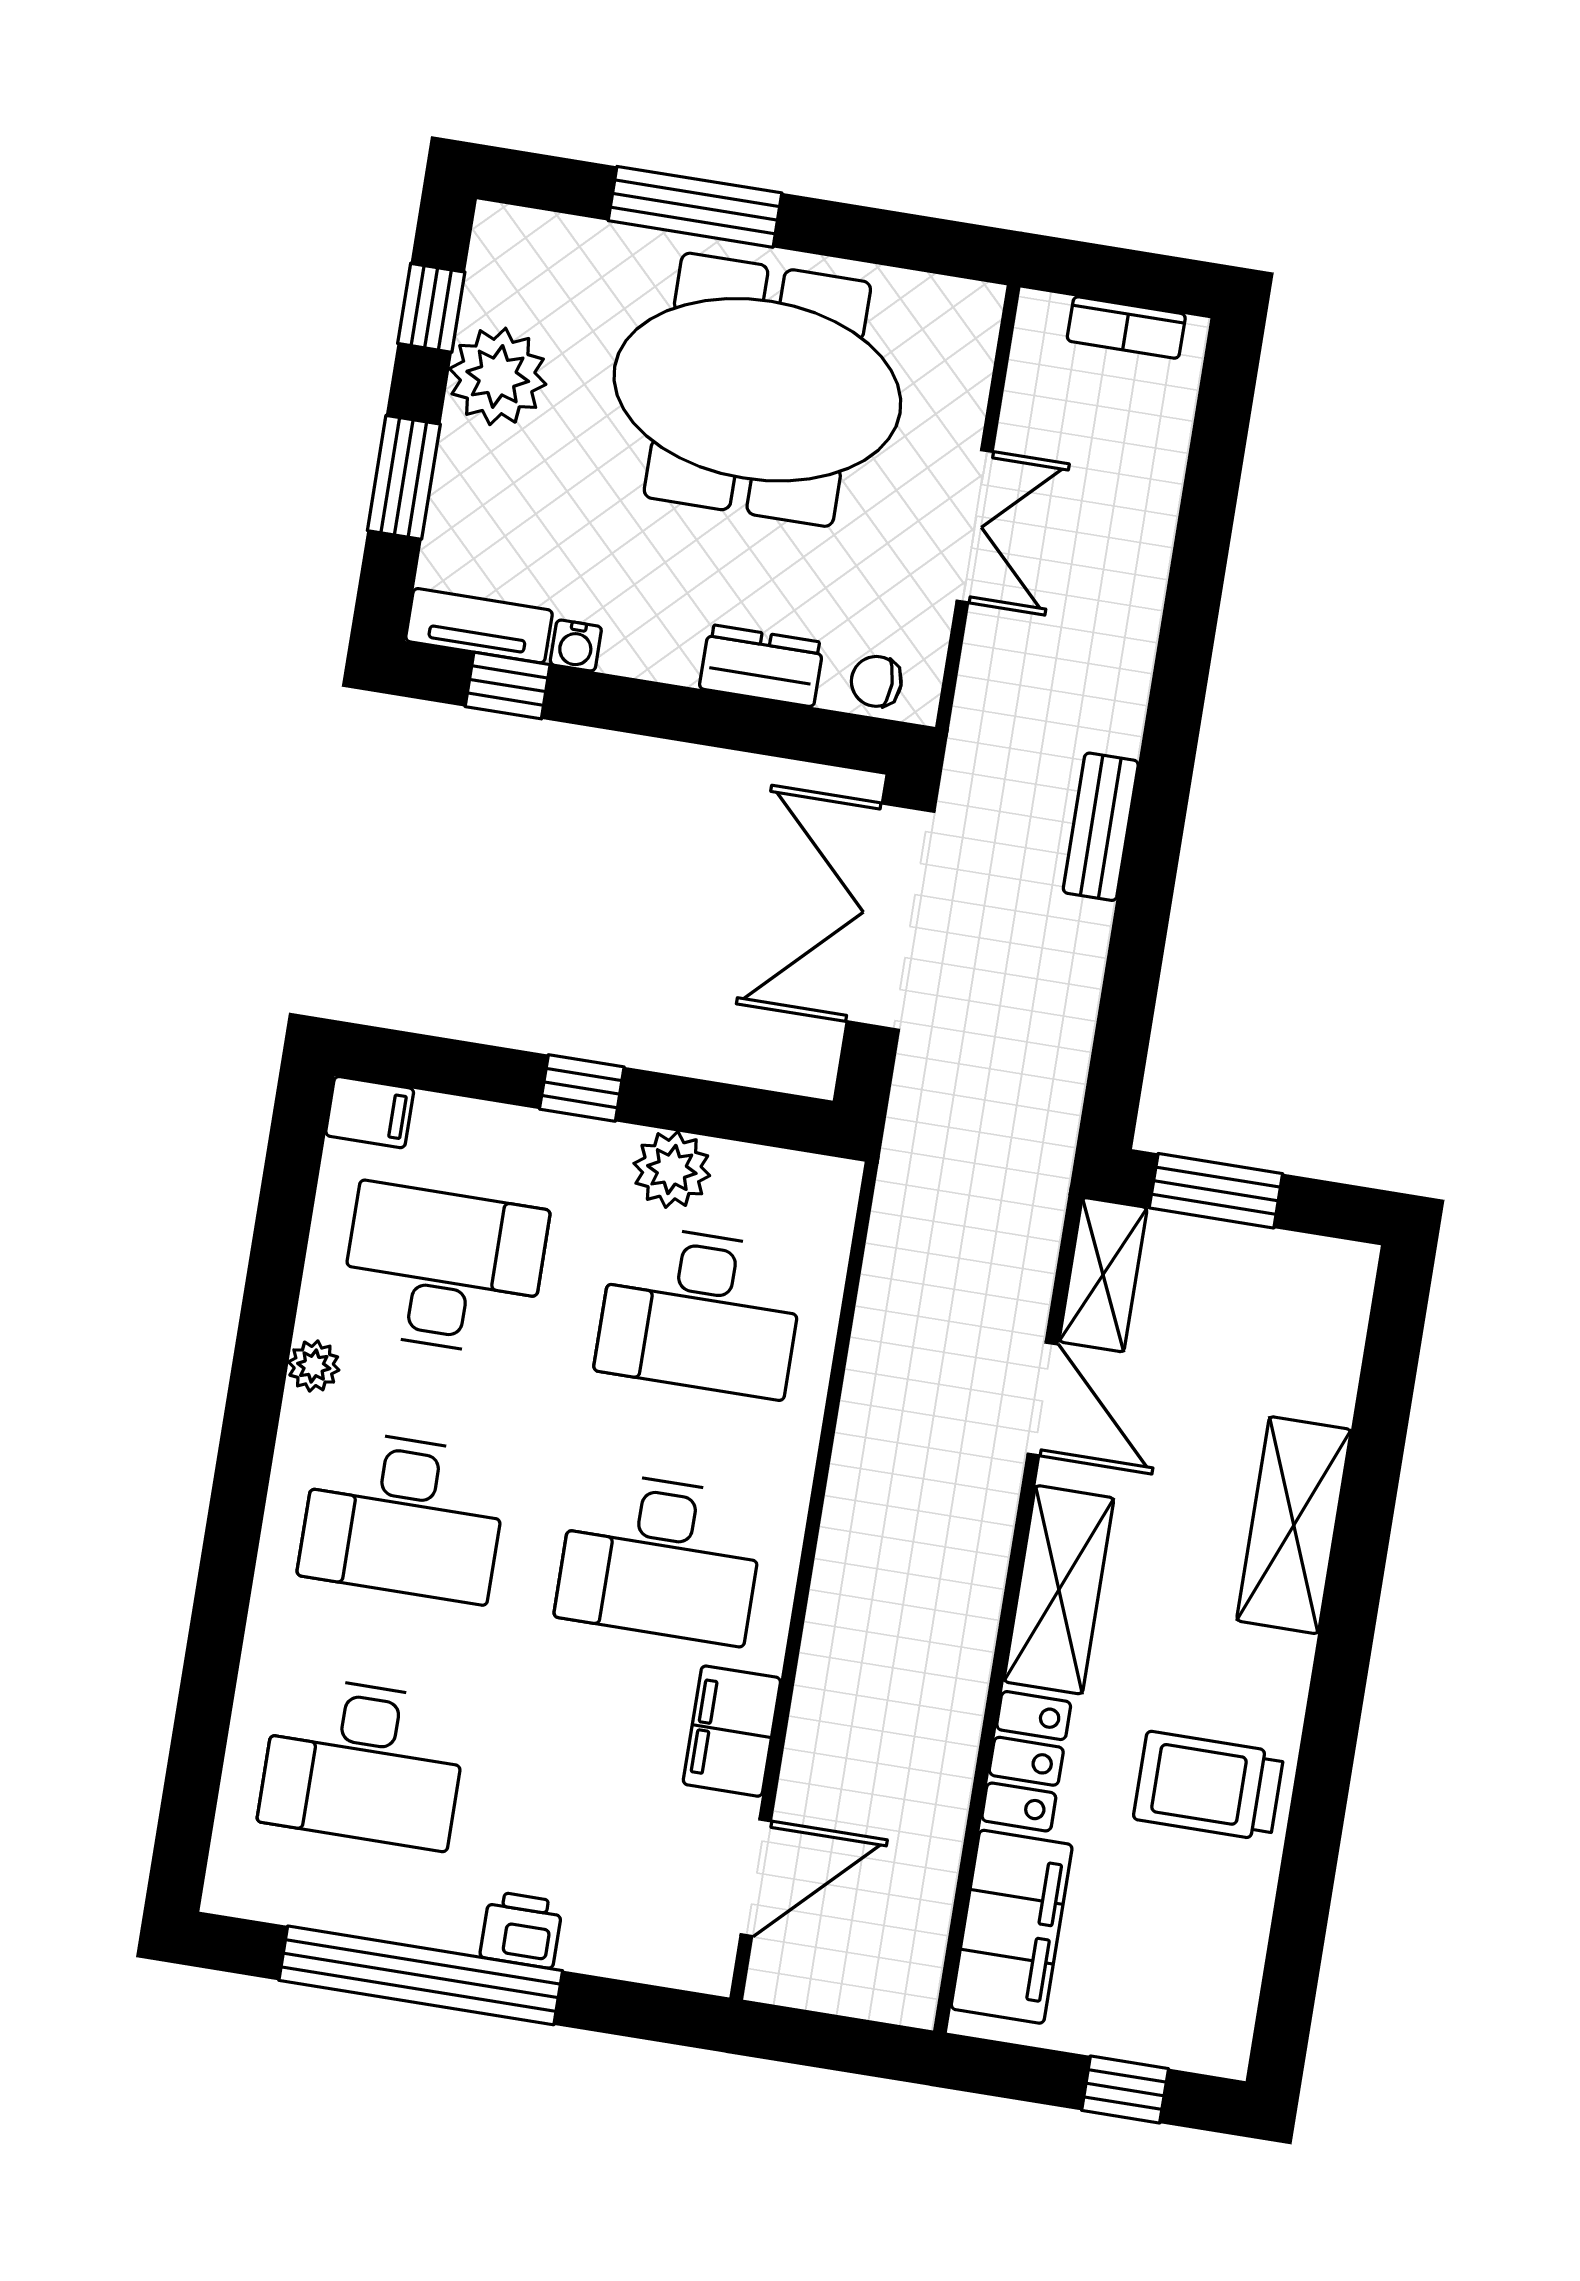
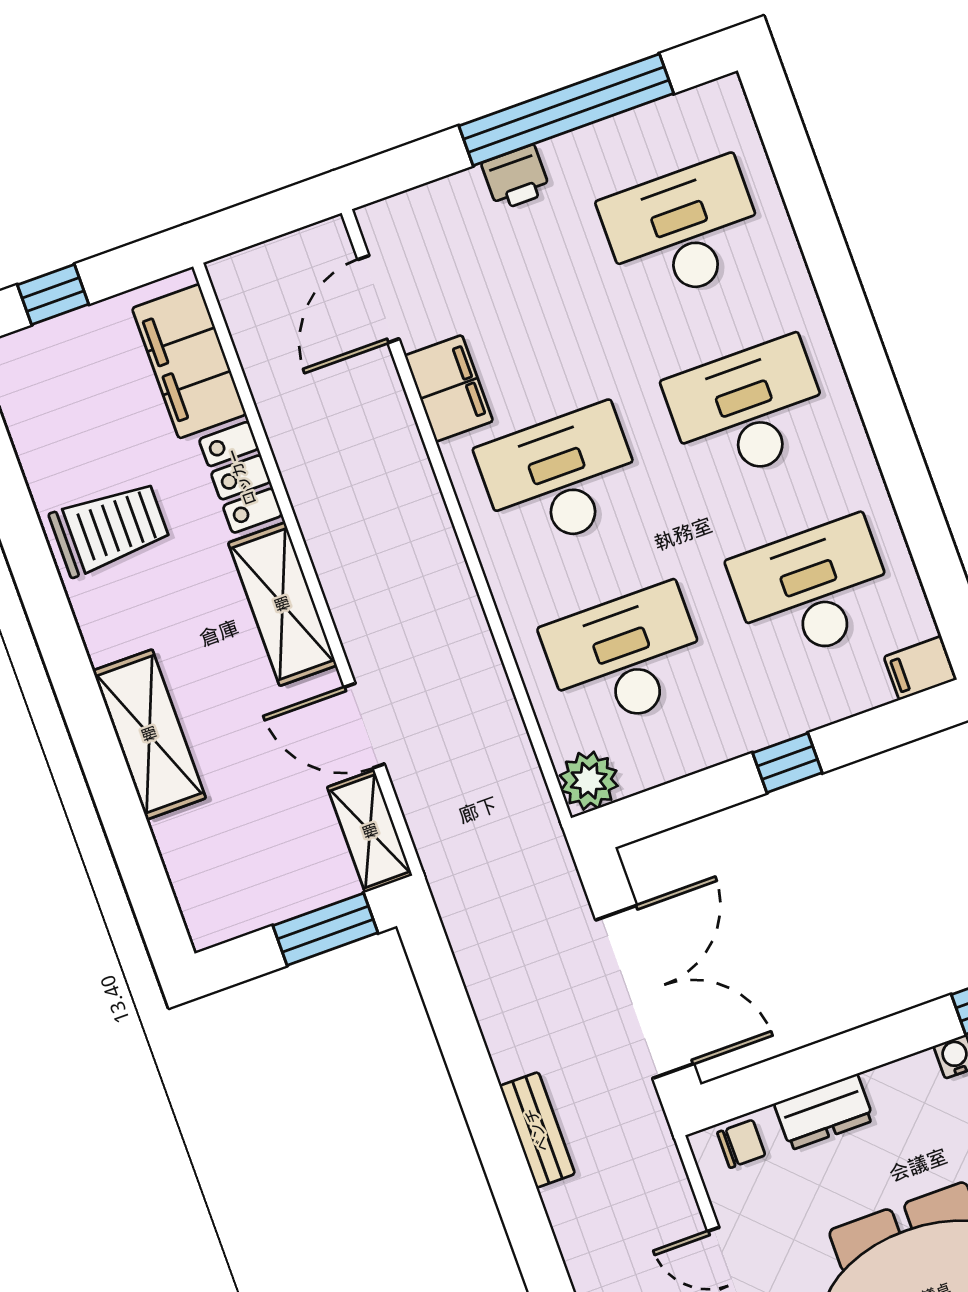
plant: (672, 1170) -> (589, 781), moved
desk: (443, 1269) -> (813, 590), turned 180
plant: (314, 1366) -> (864, 478), removed

